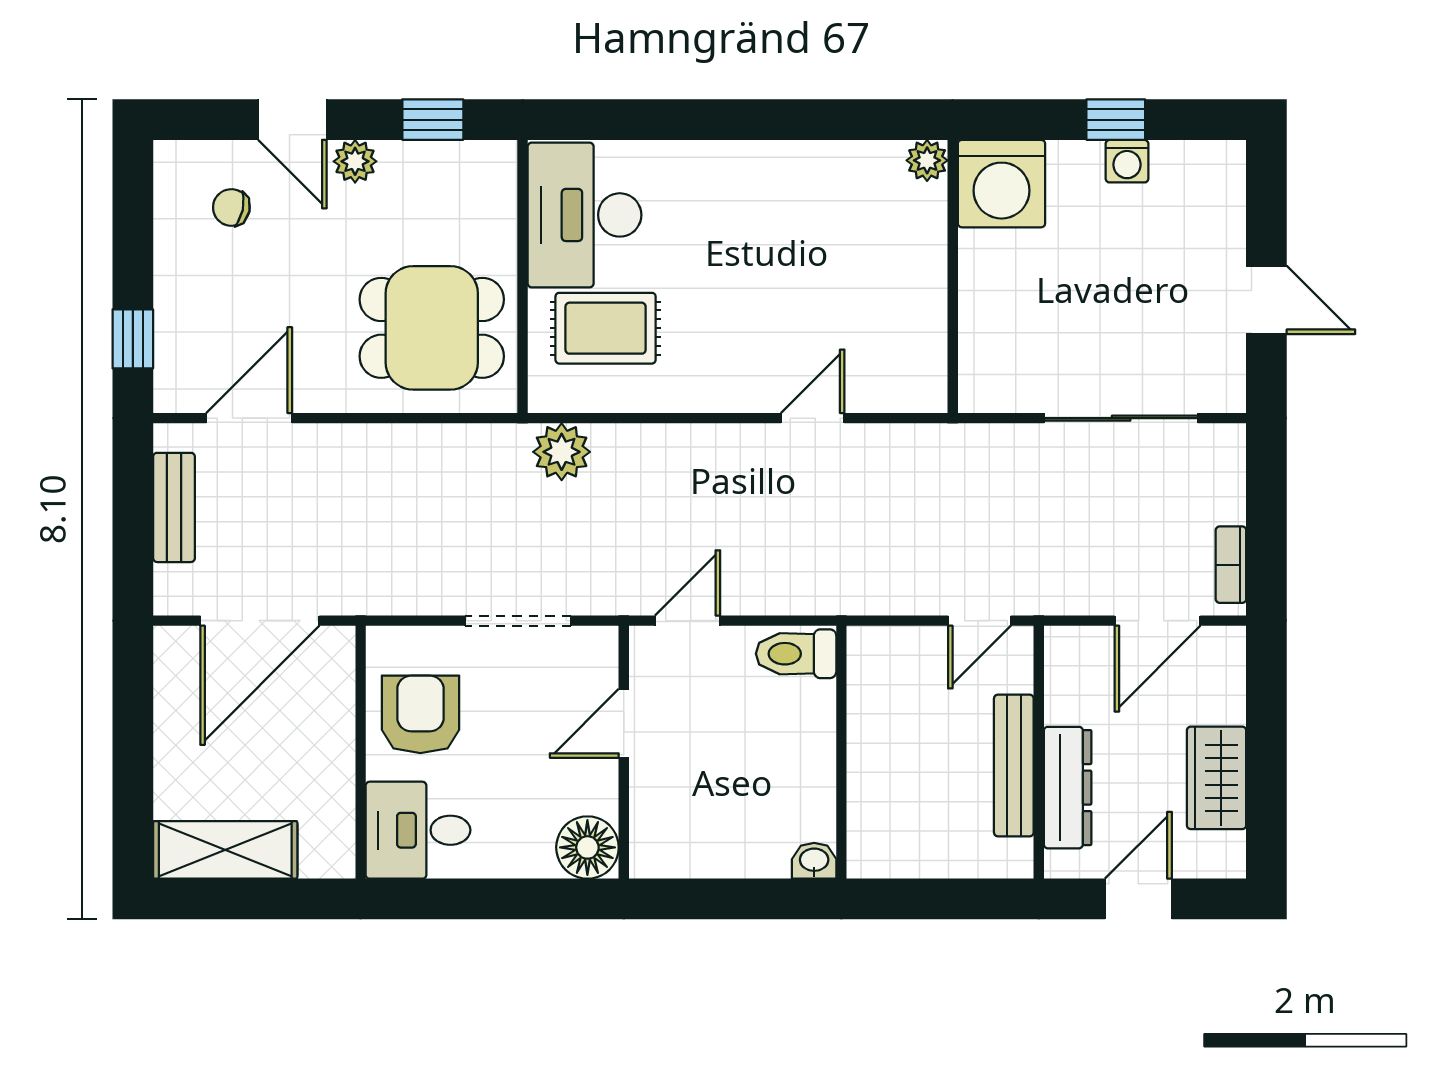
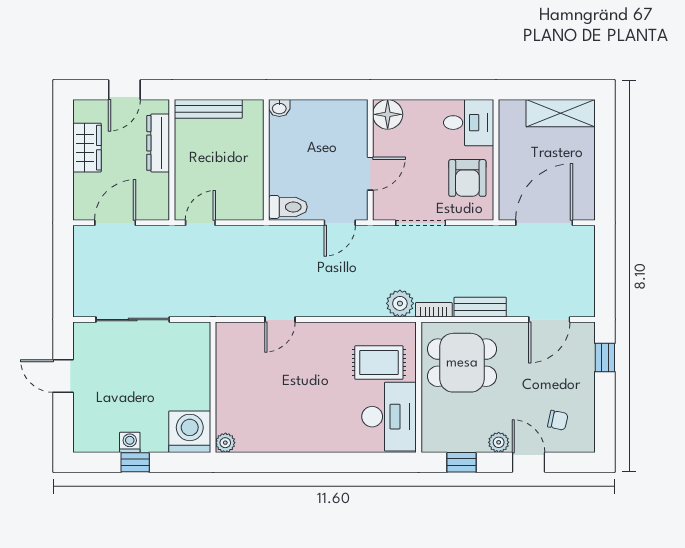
bench: (174, 507) -> (480, 307), moved, turned 90
bookcase: (1231, 565) -> (434, 310), moved, turned -90
bench: (1014, 765) -> (208, 109), moved, turned 90

